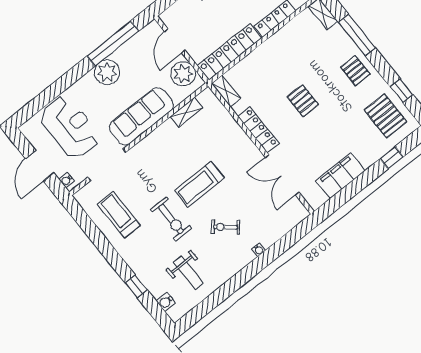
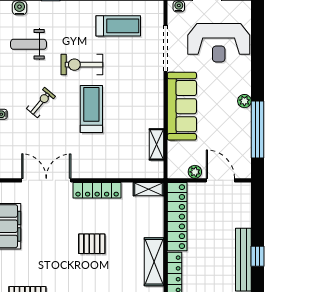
shelving: (278, 42) -> (154, 262), added
plant: (107, 72) -> (244, 101), width x0.53, depth x0.53
plant: (183, 74) -> (195, 172), width x0.53, depth x0.53

